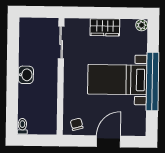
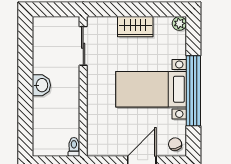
chair: (77, 124) -> (175, 144), moved
toilet: (22, 126) -> (74, 147), moved

